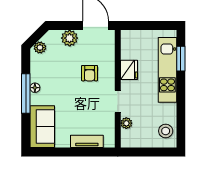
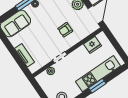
window: (181, 59) -> (97, 86), moved
fridge: (129, 70) -> (92, 45), moved

